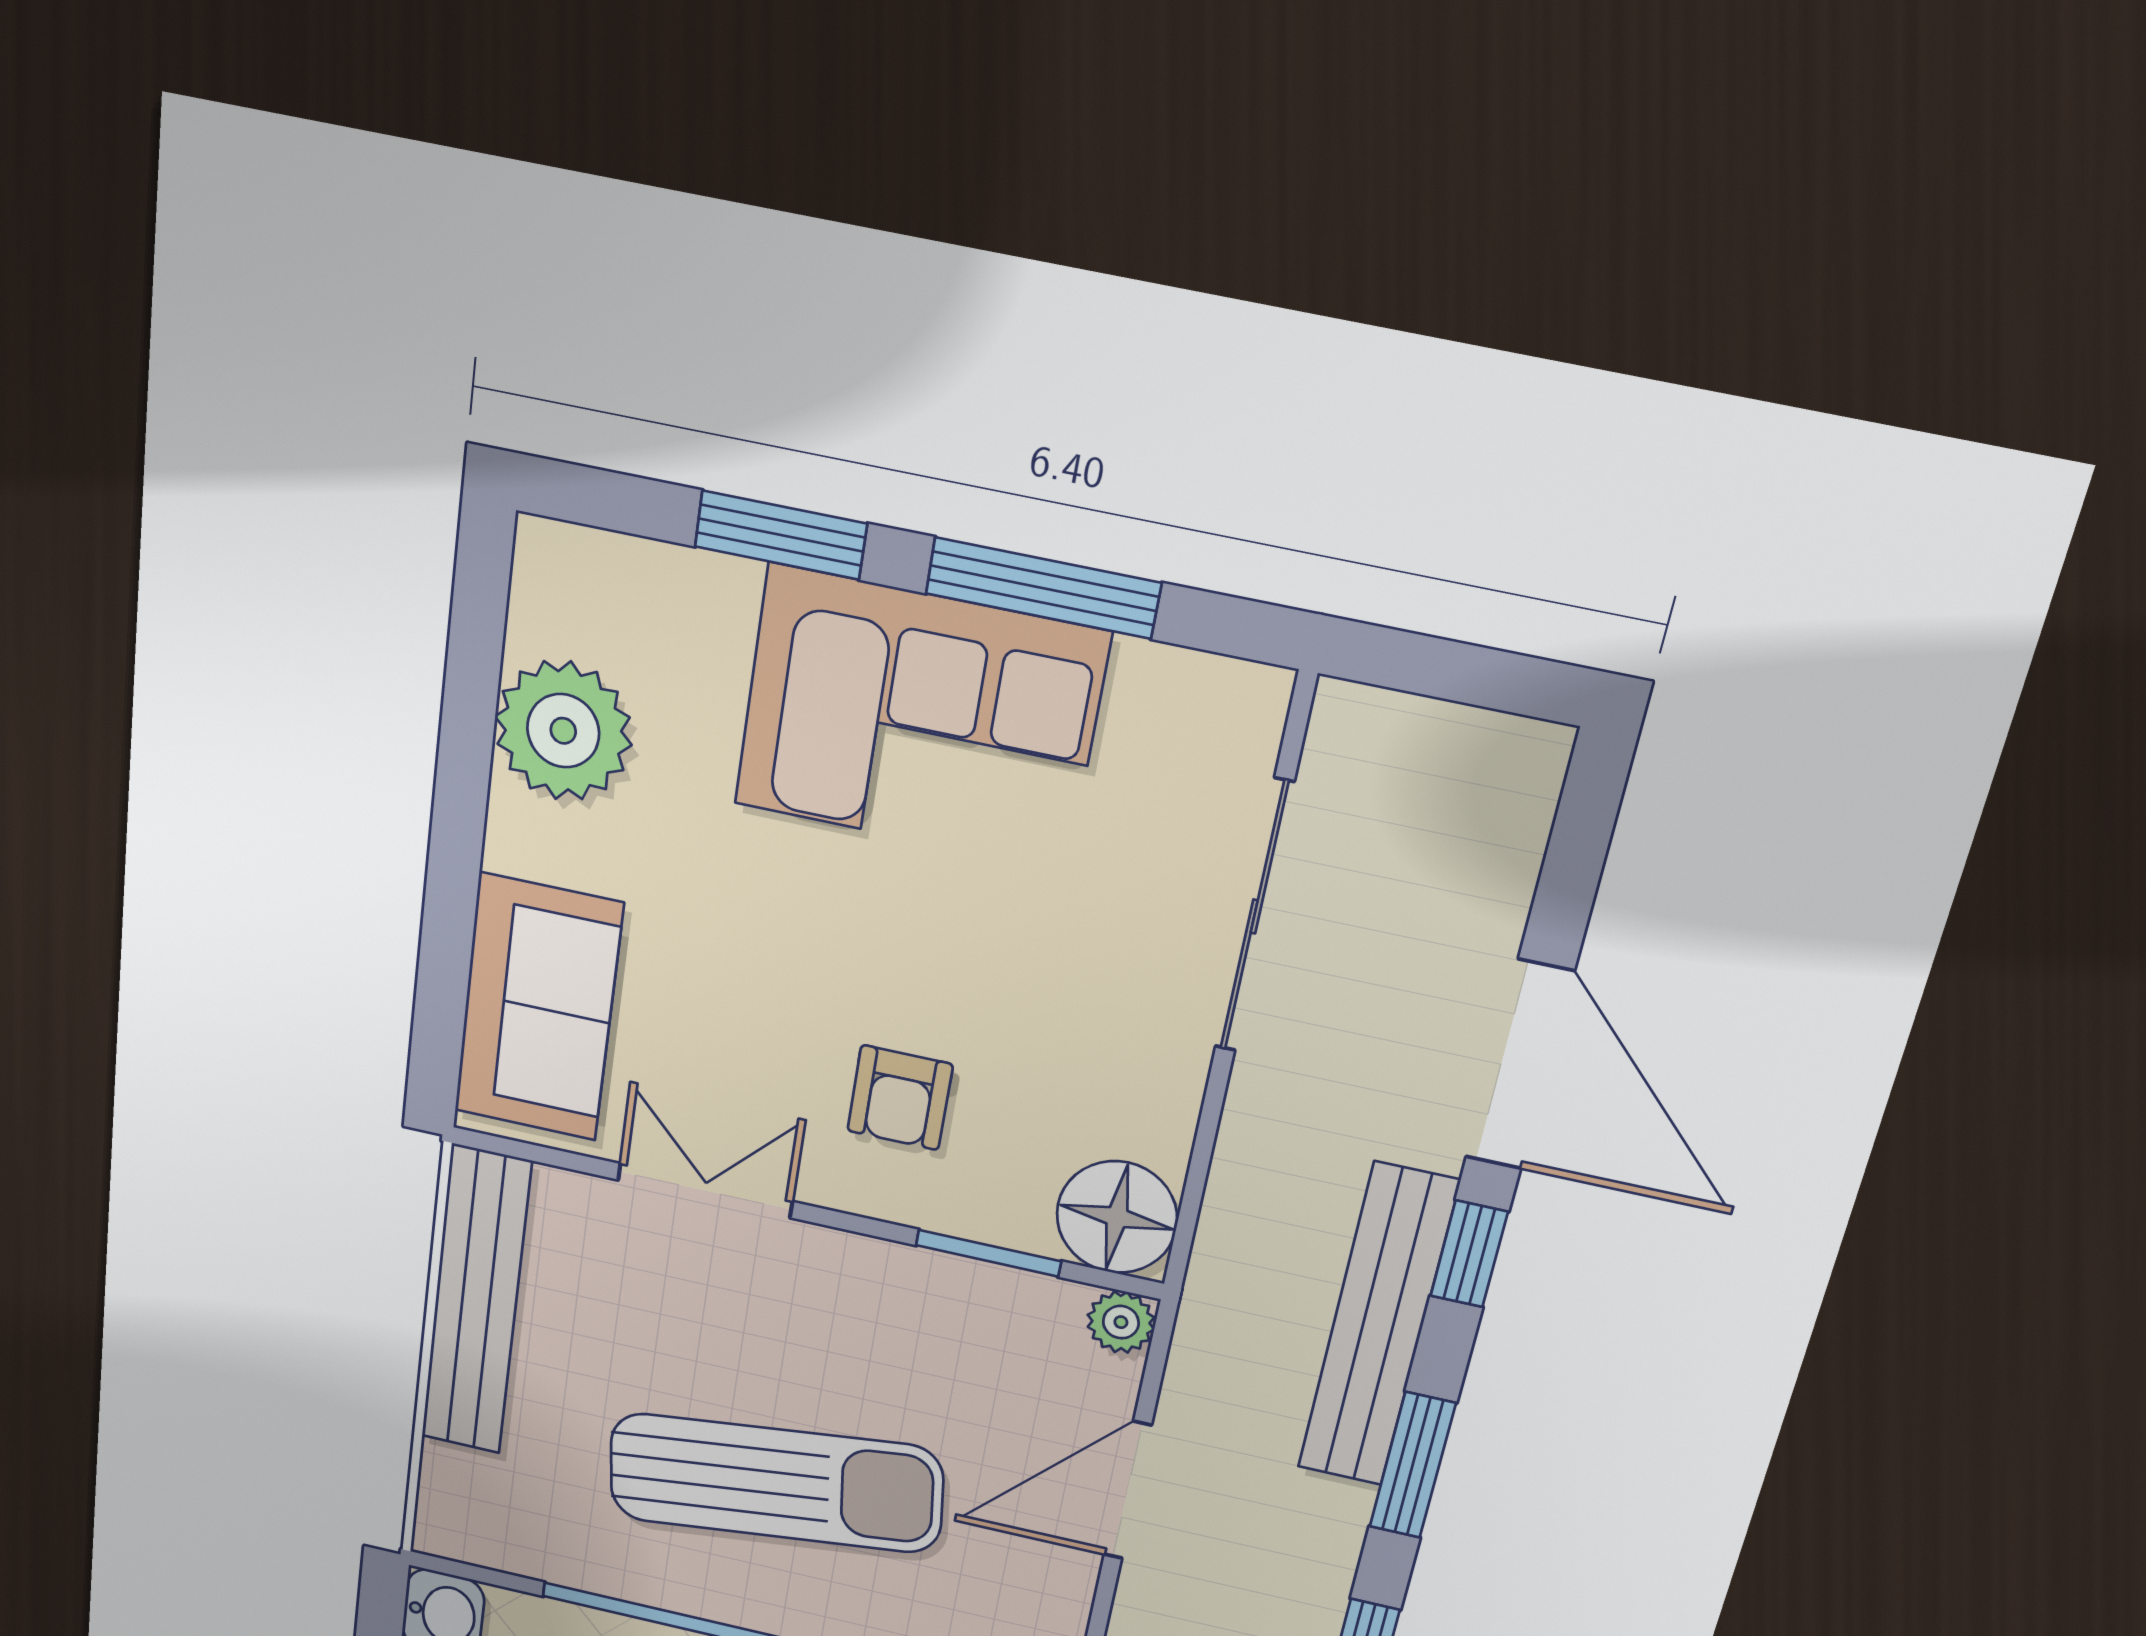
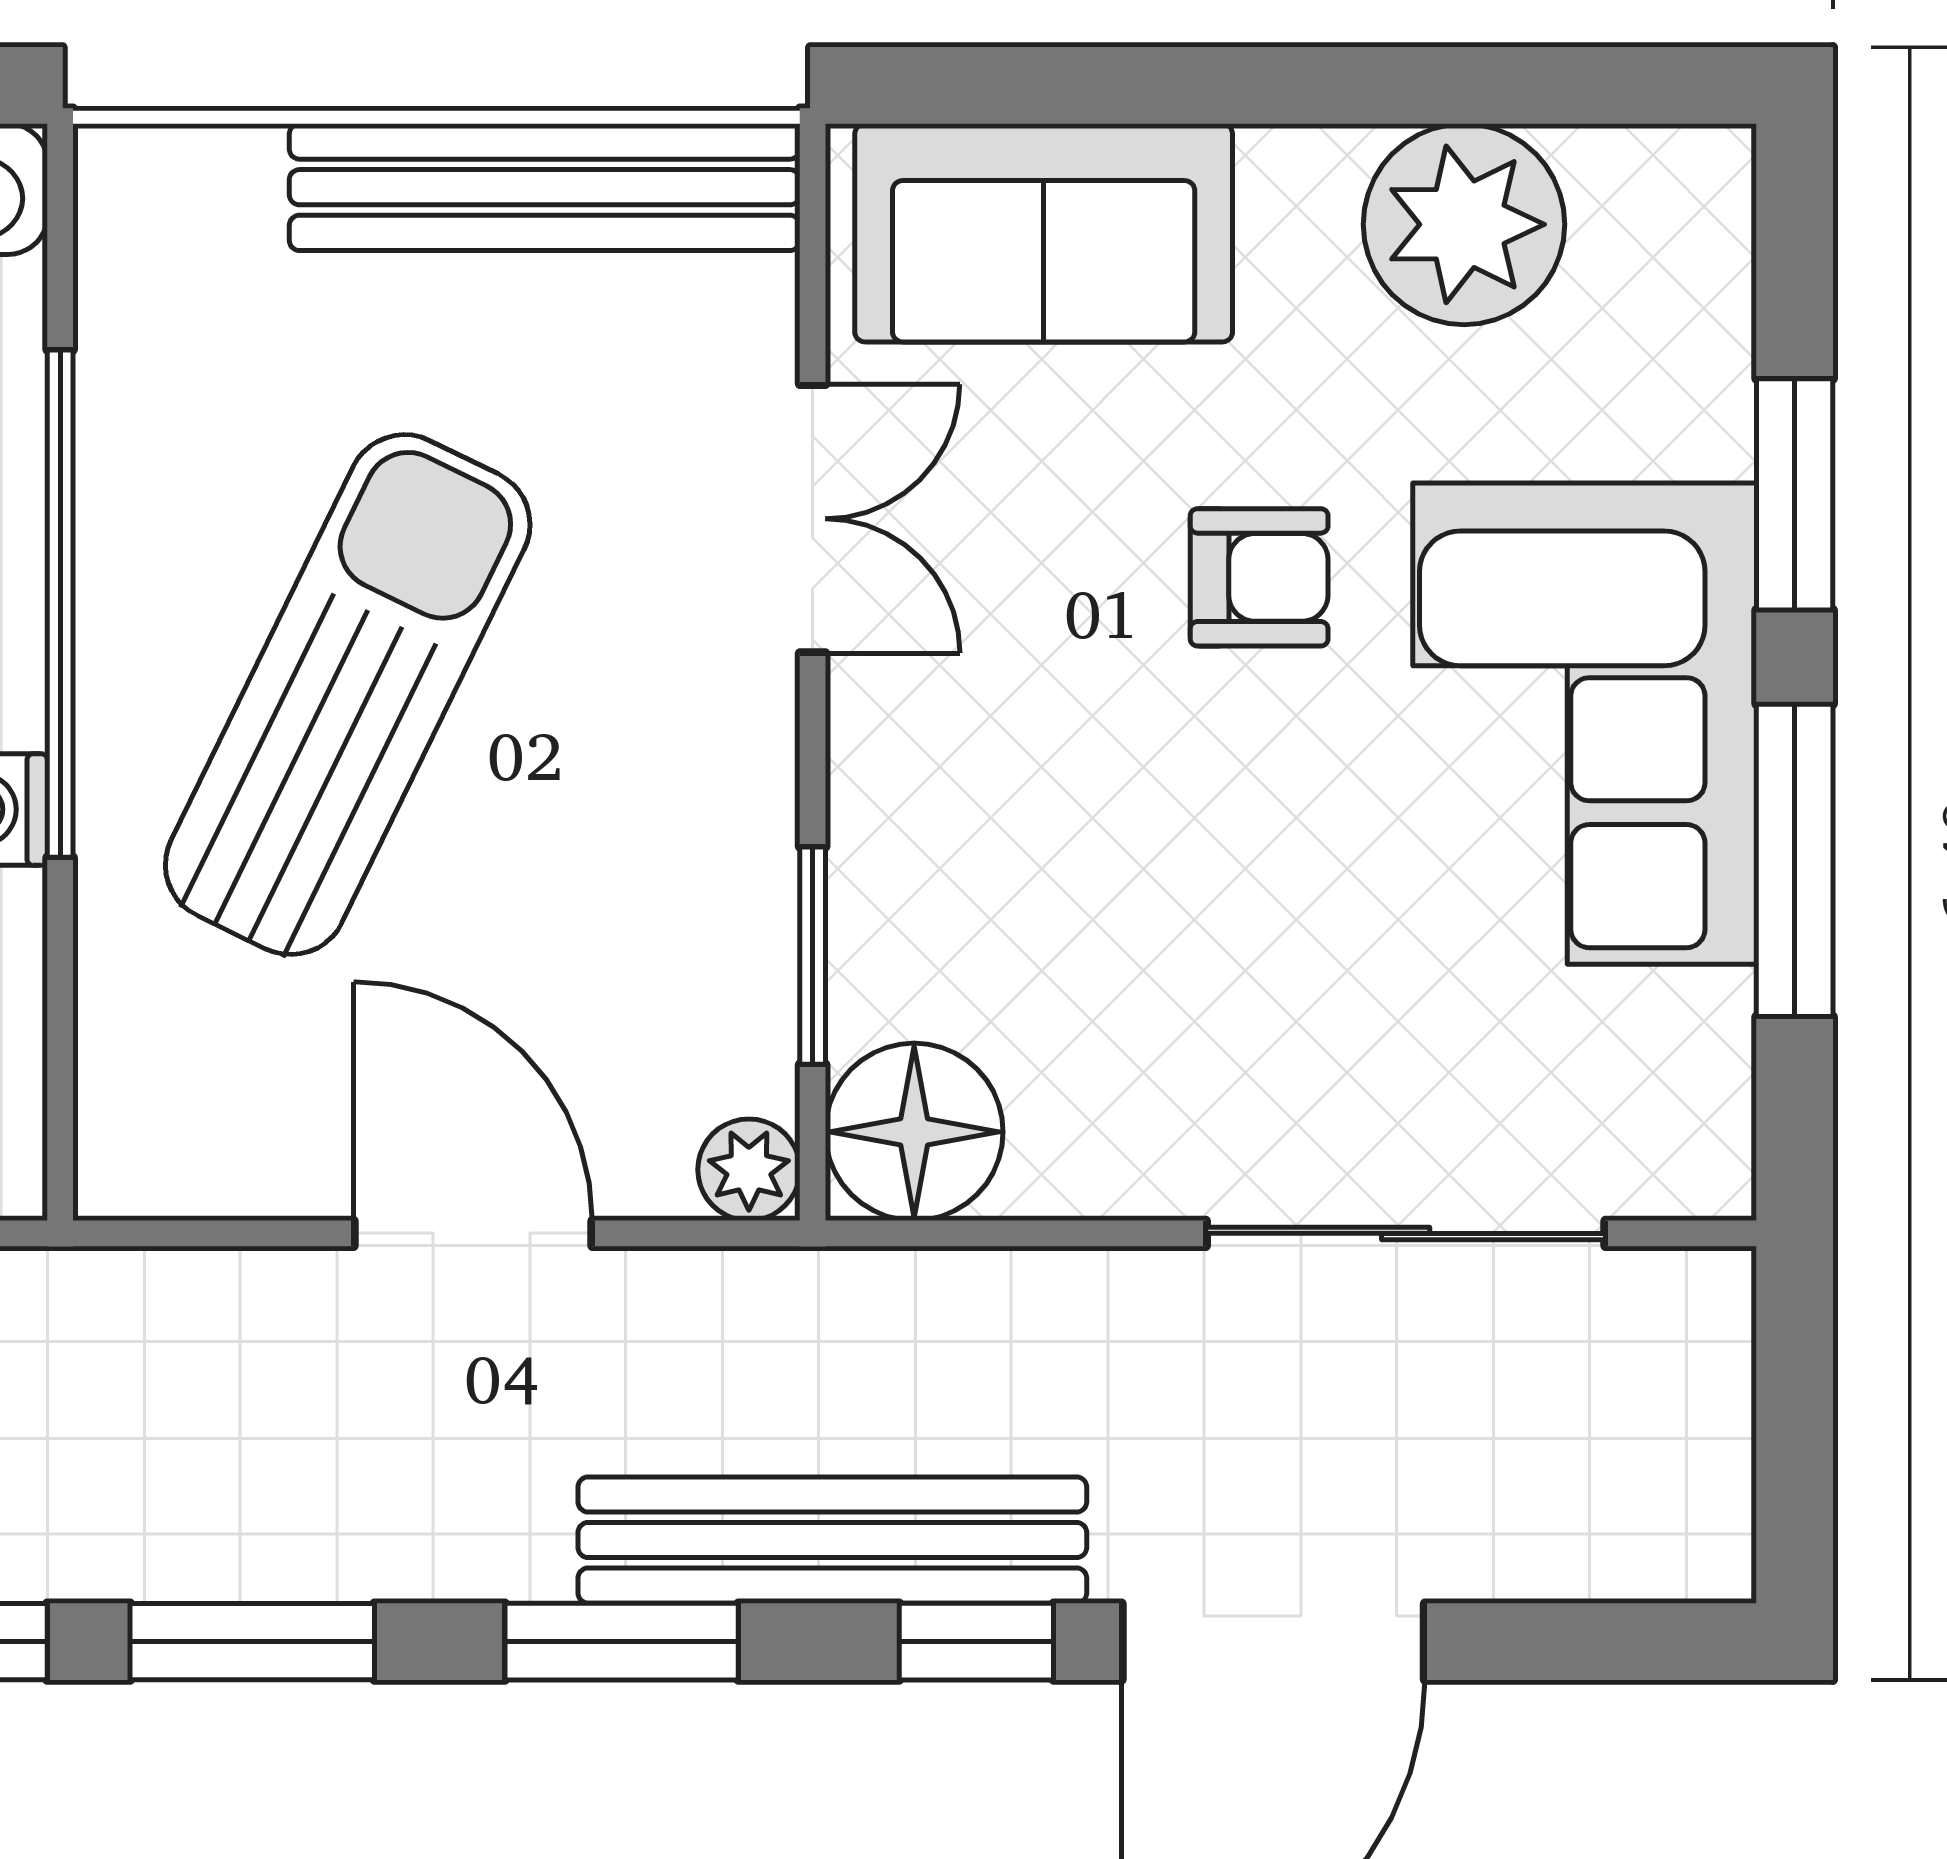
armchair: (900, 1098) -> (1259, 577), moved, turned 180
sun lounger: (775, 1483) -> (348, 695), turned -147

